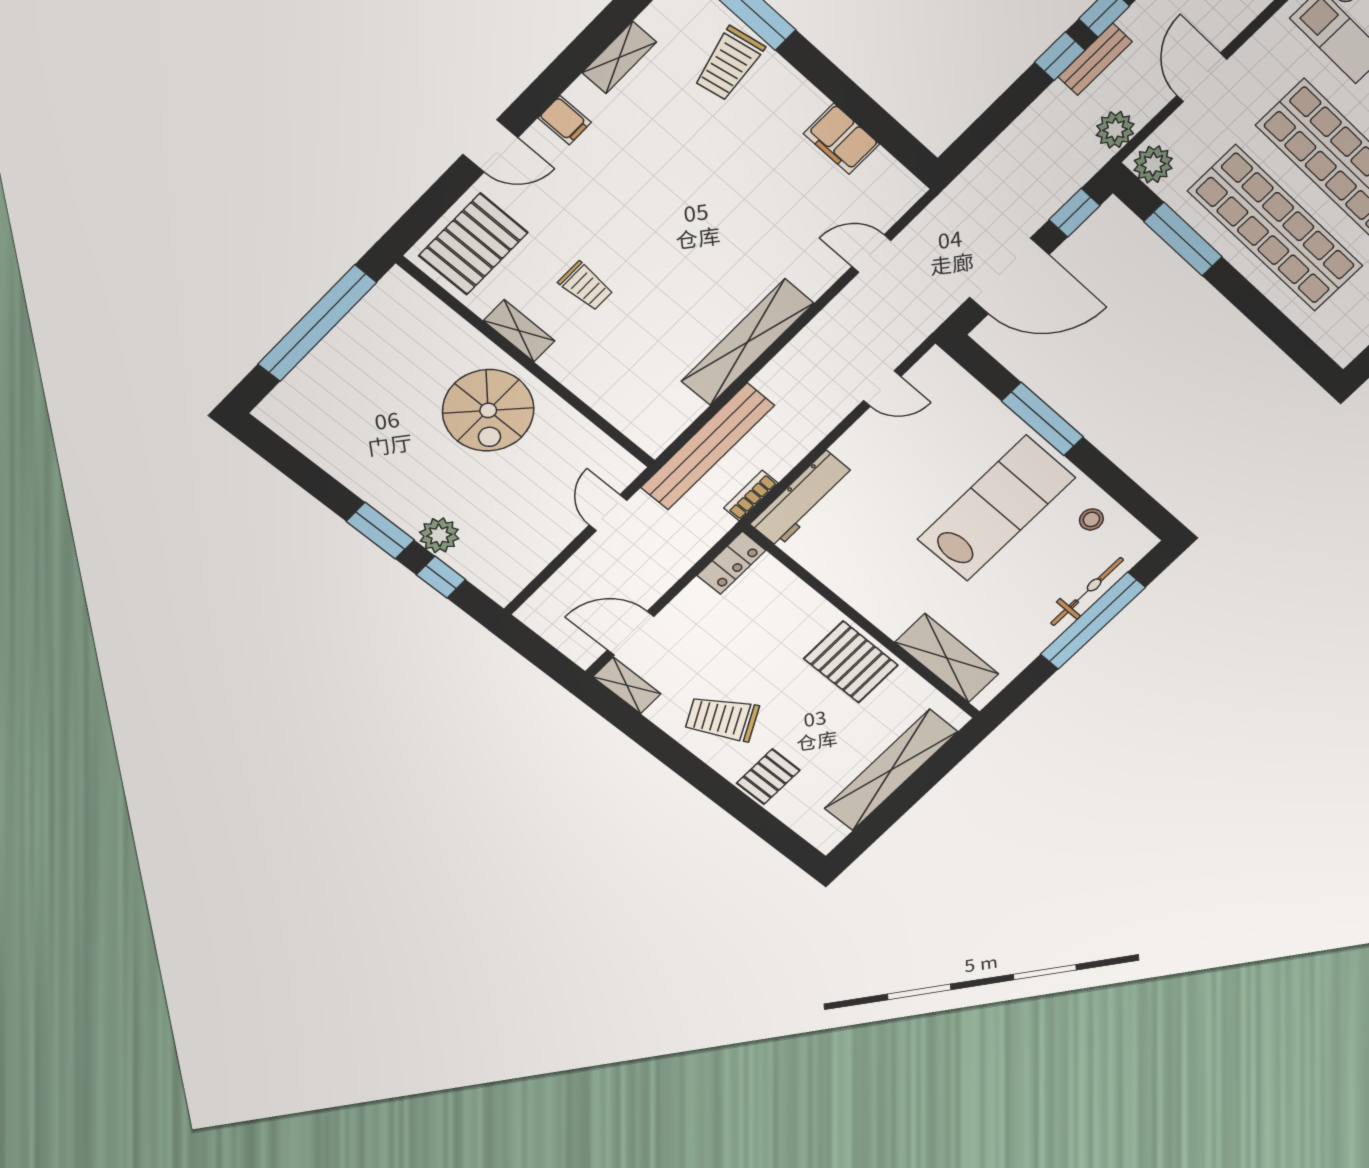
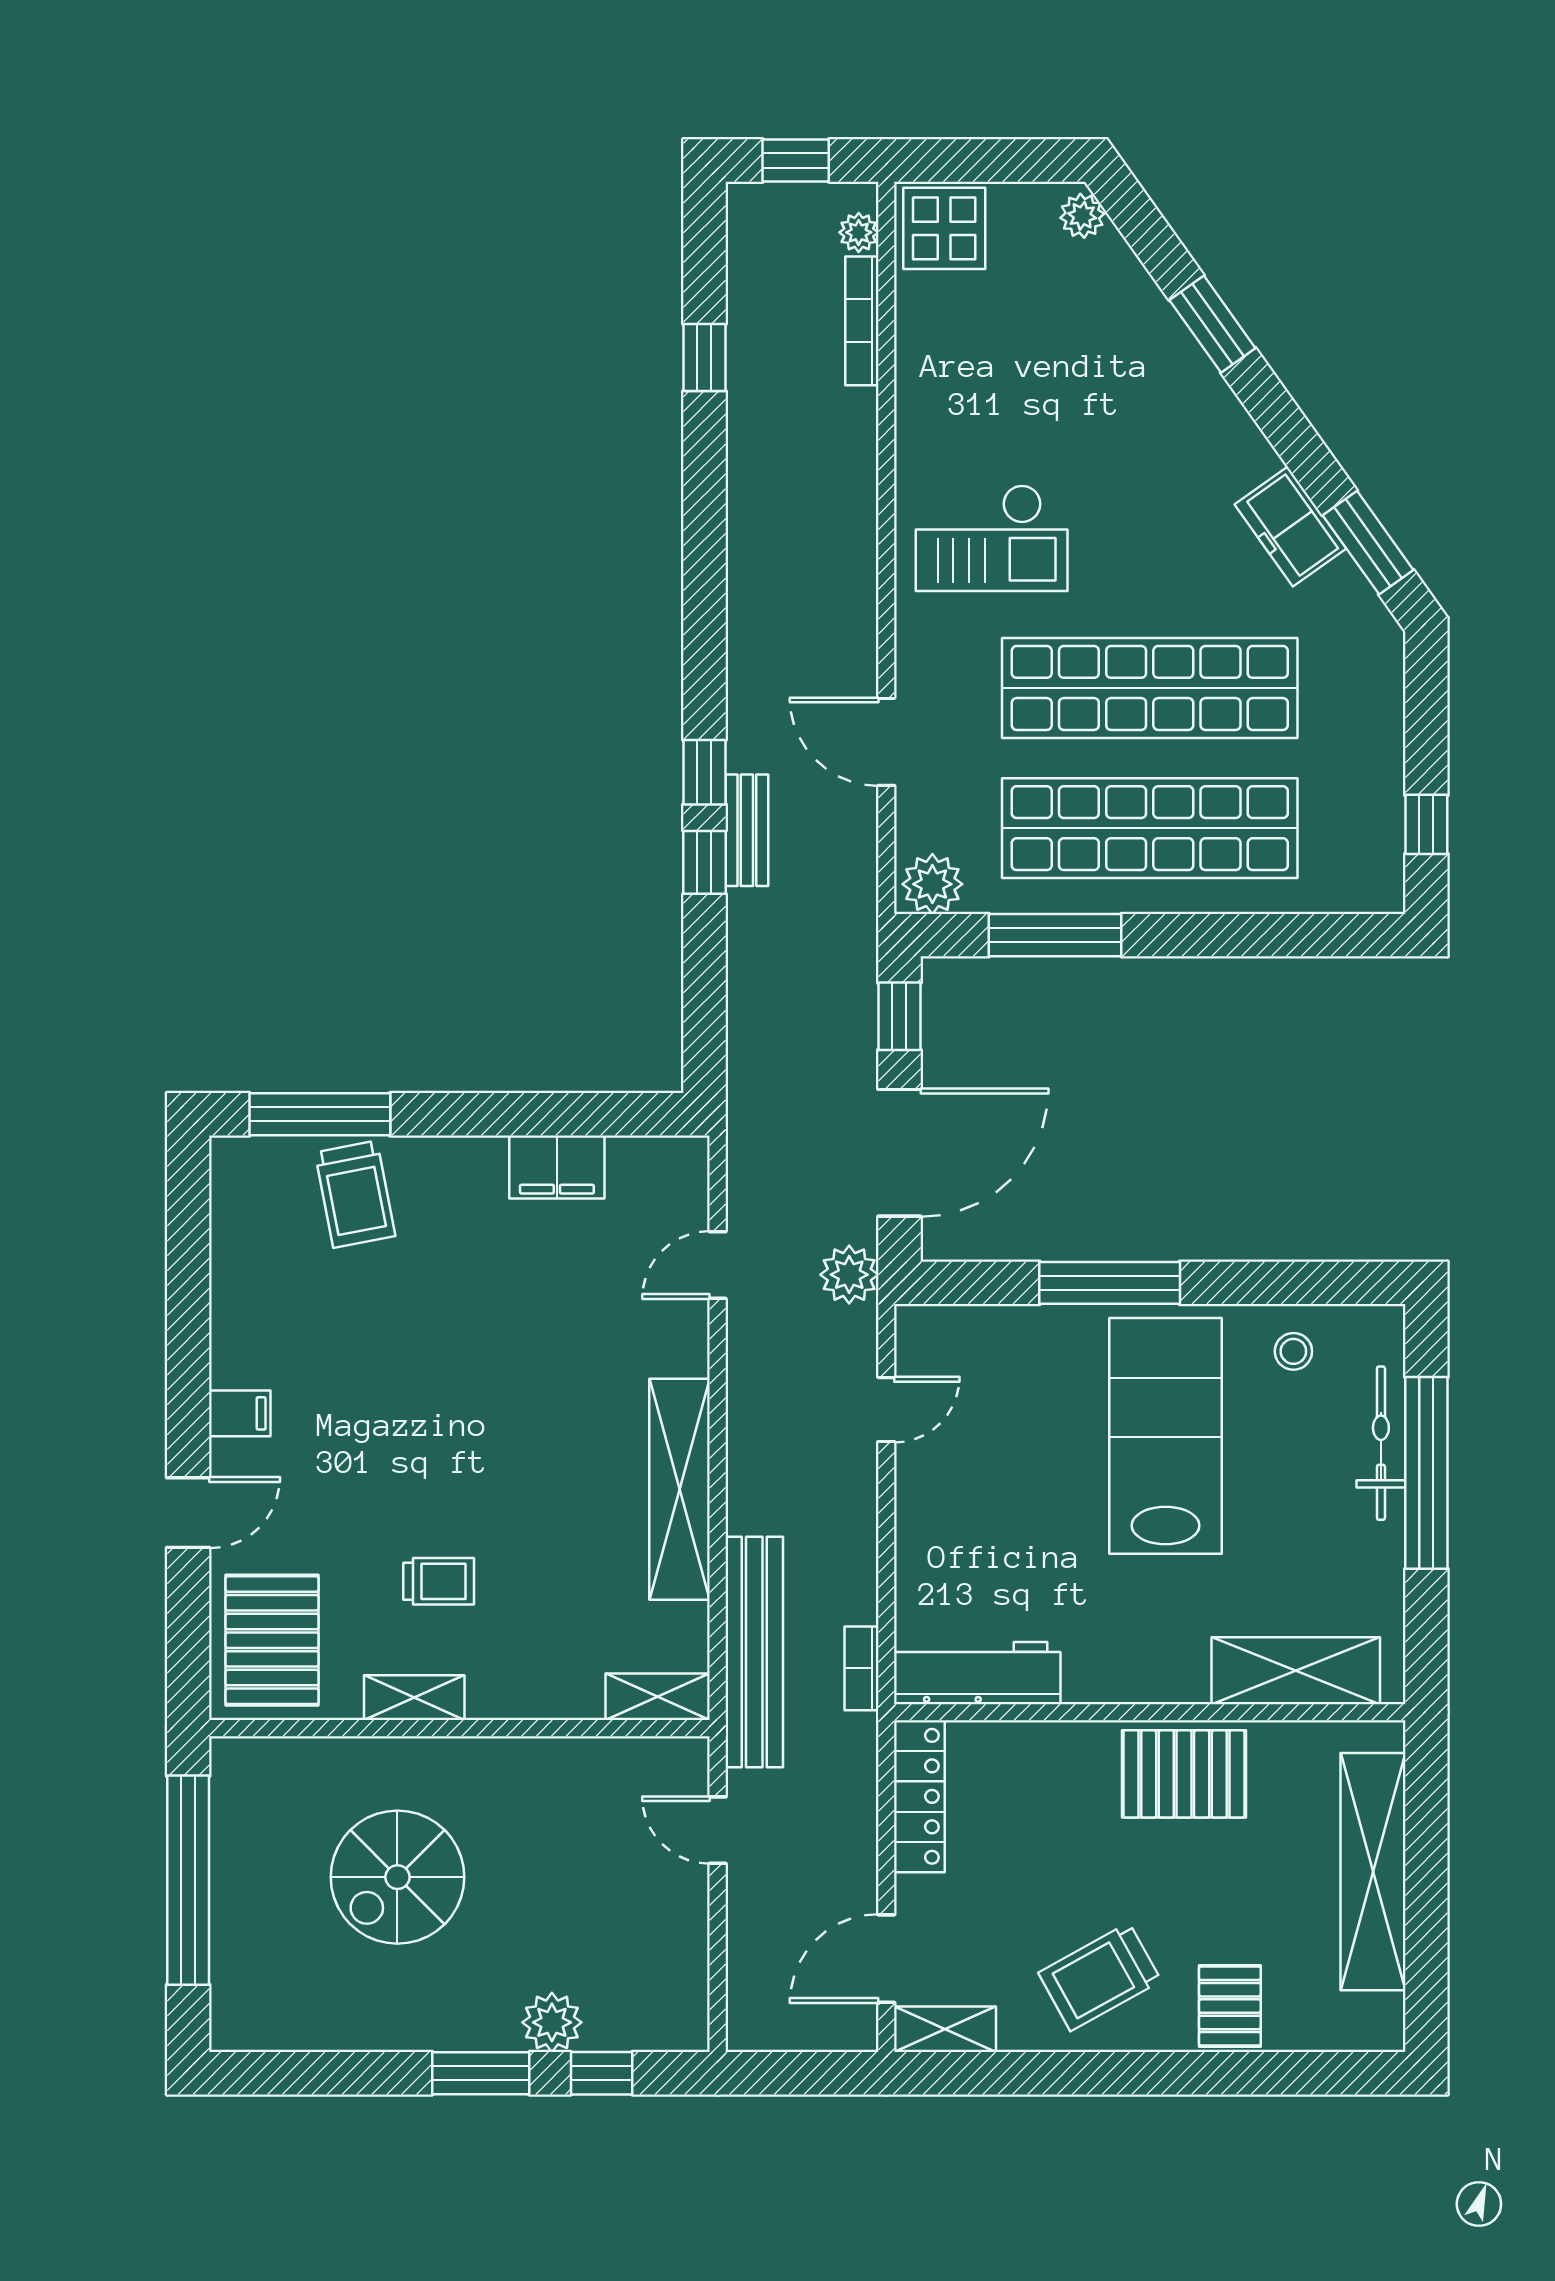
shelving: (619, 57) -> (658, 1697), moved, turned 90
plant: (1115, 130) -> (849, 1275), moved
spiral stairs: (488, 410) -> (397, 1877), moved, turned 90
workbench: (802, 499) -> (977, 1673), moved, turned -90
locker: (731, 563) -> (919, 1796), width x1.53

